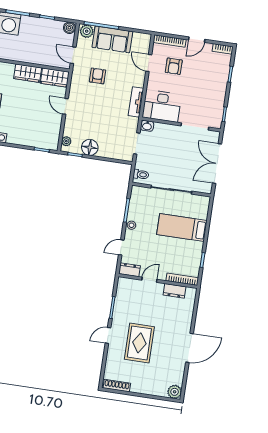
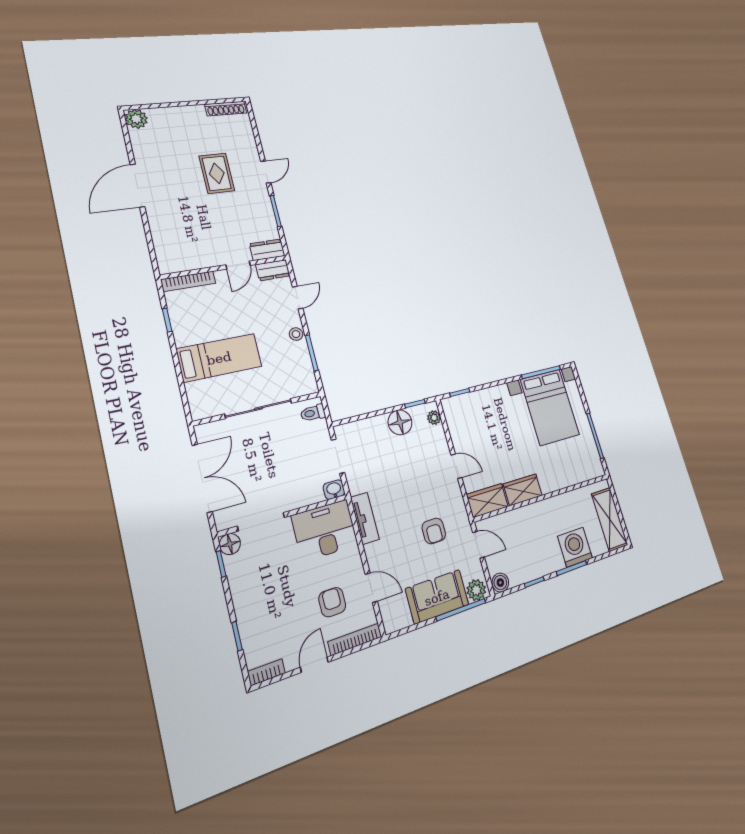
floor lamp: (216, 122) -> (230, 544), added
dresser: (174, 291) -> (267, 250), moved
rug: (139, 343) -> (217, 173), width x0.73, depth x0.70

